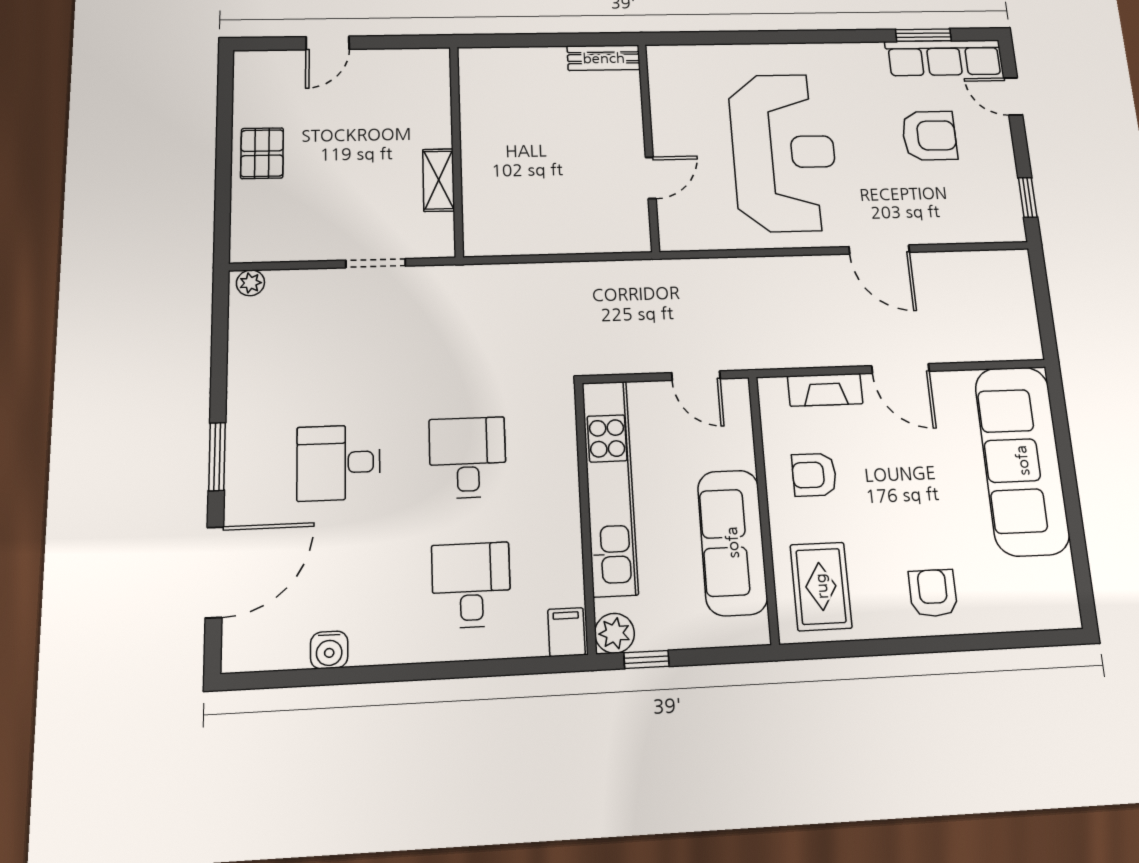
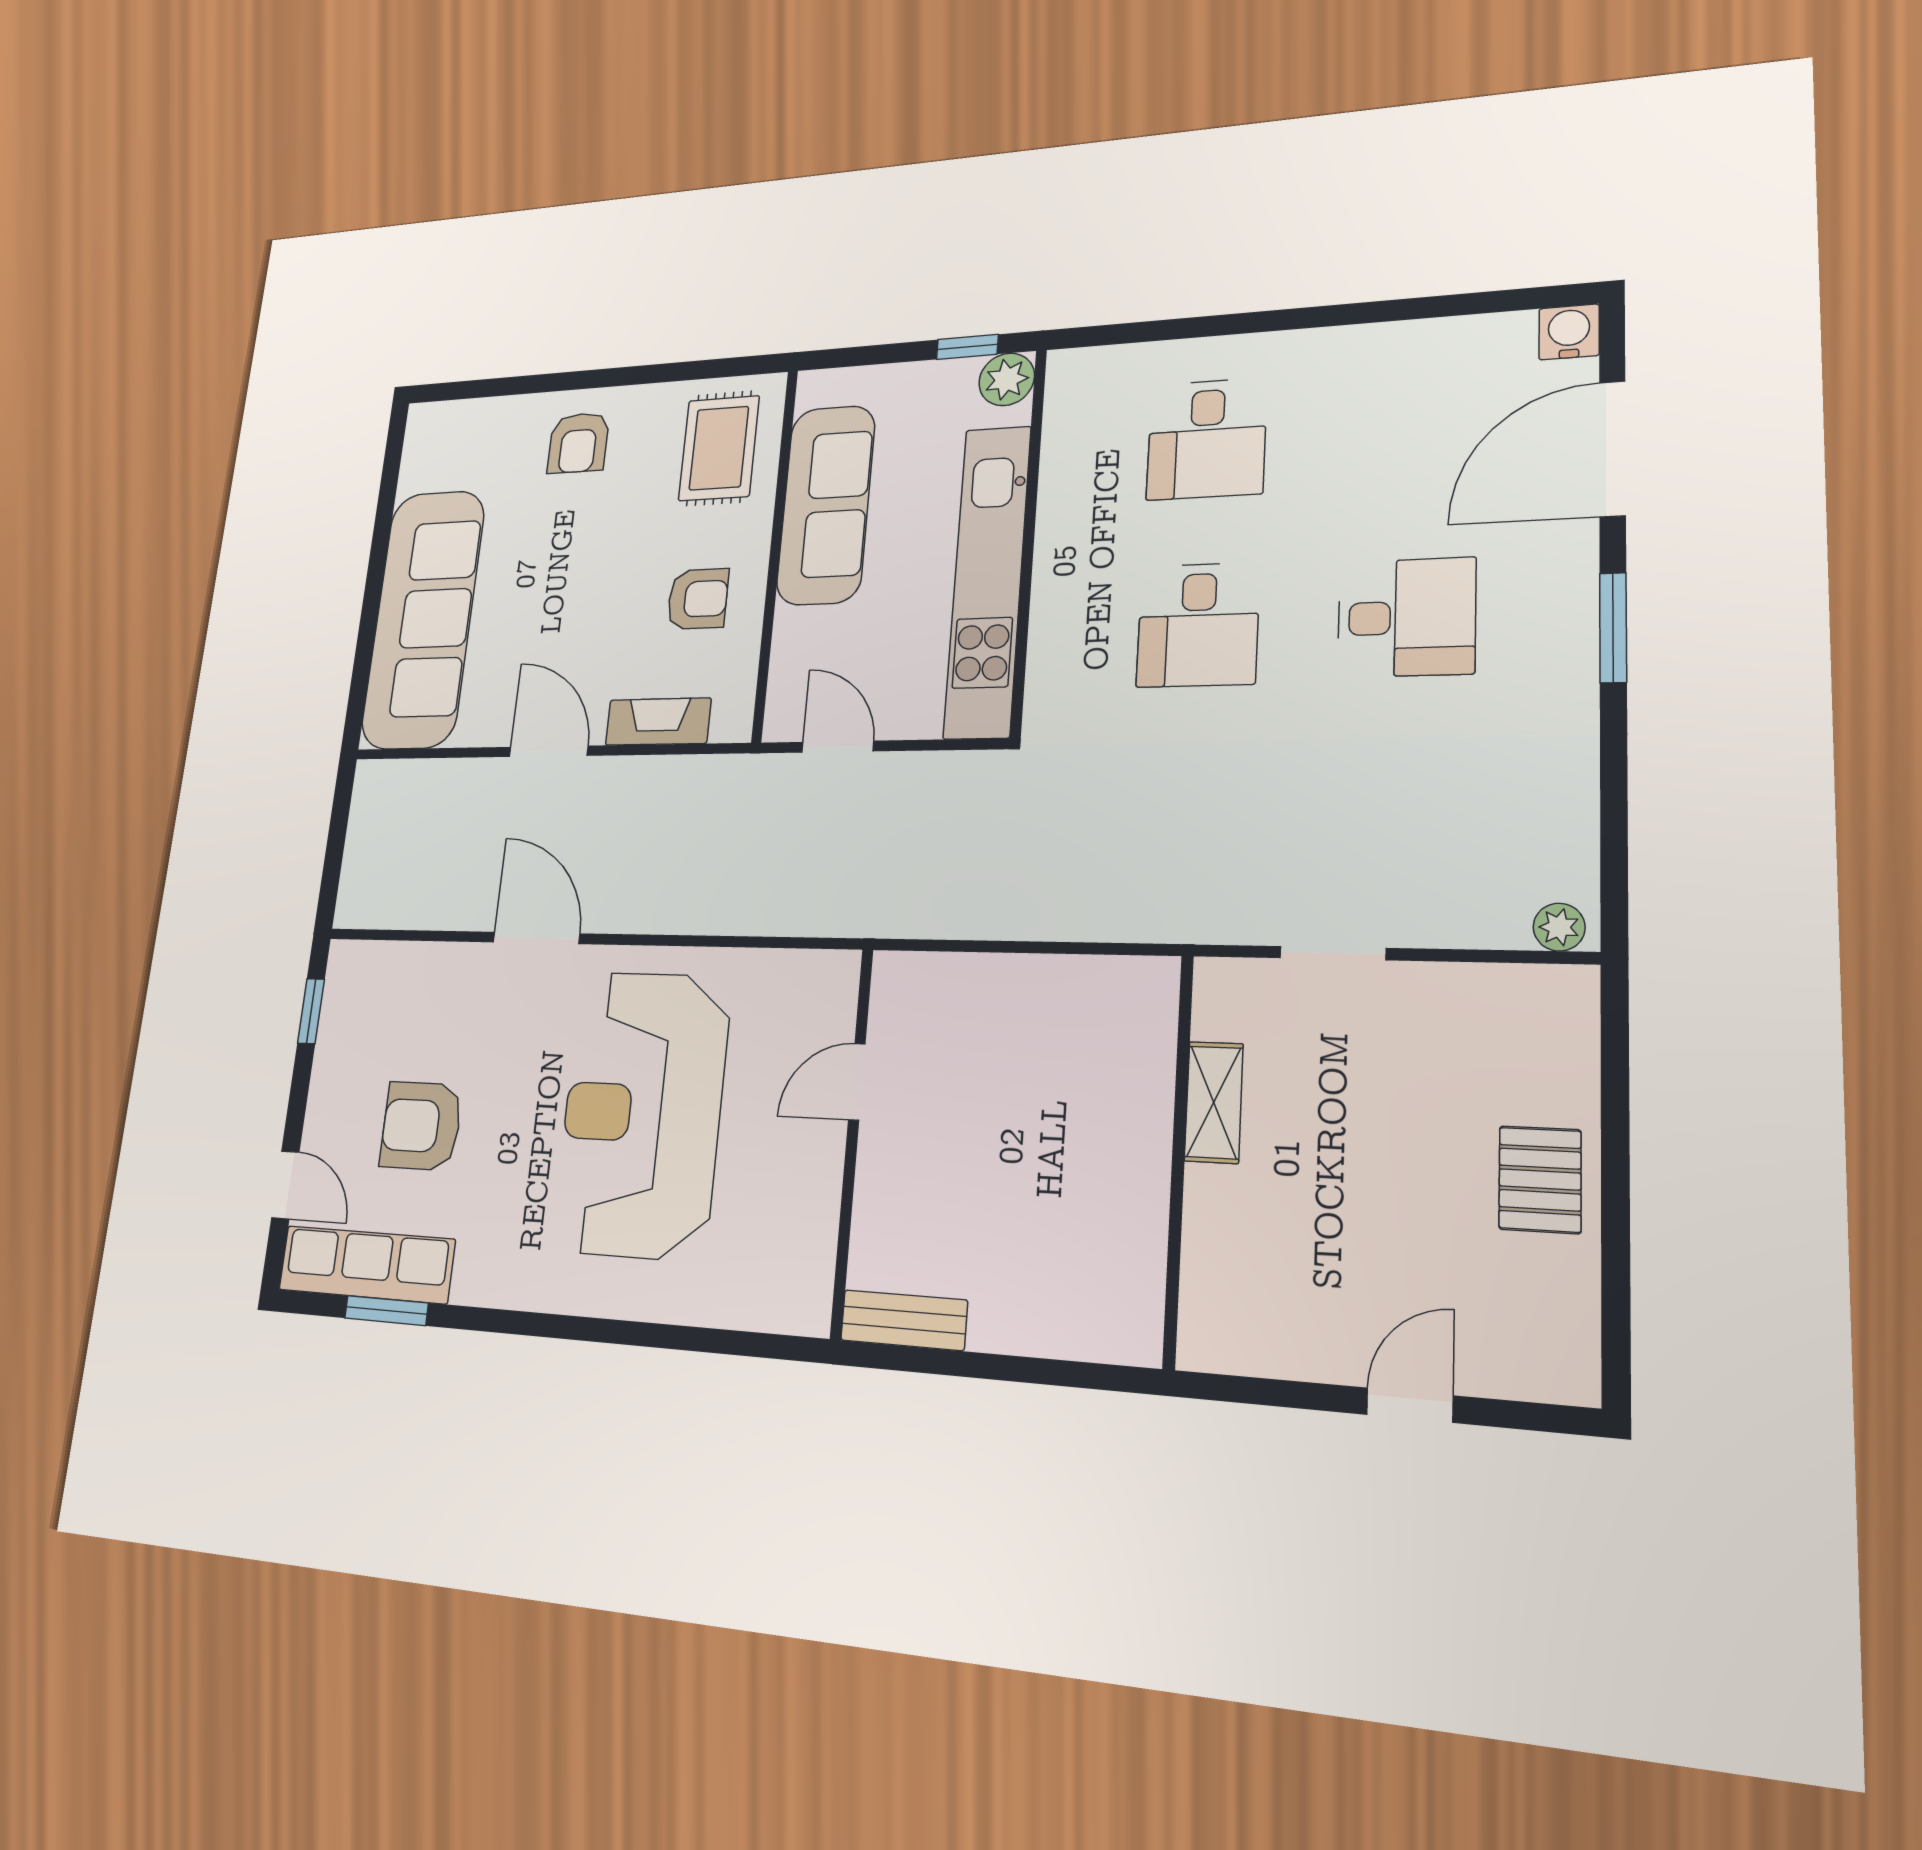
filing cabinet: (566, 632) -> (1074, 379), removed
water cooler: (329, 650) -> (1569, 332), moved

